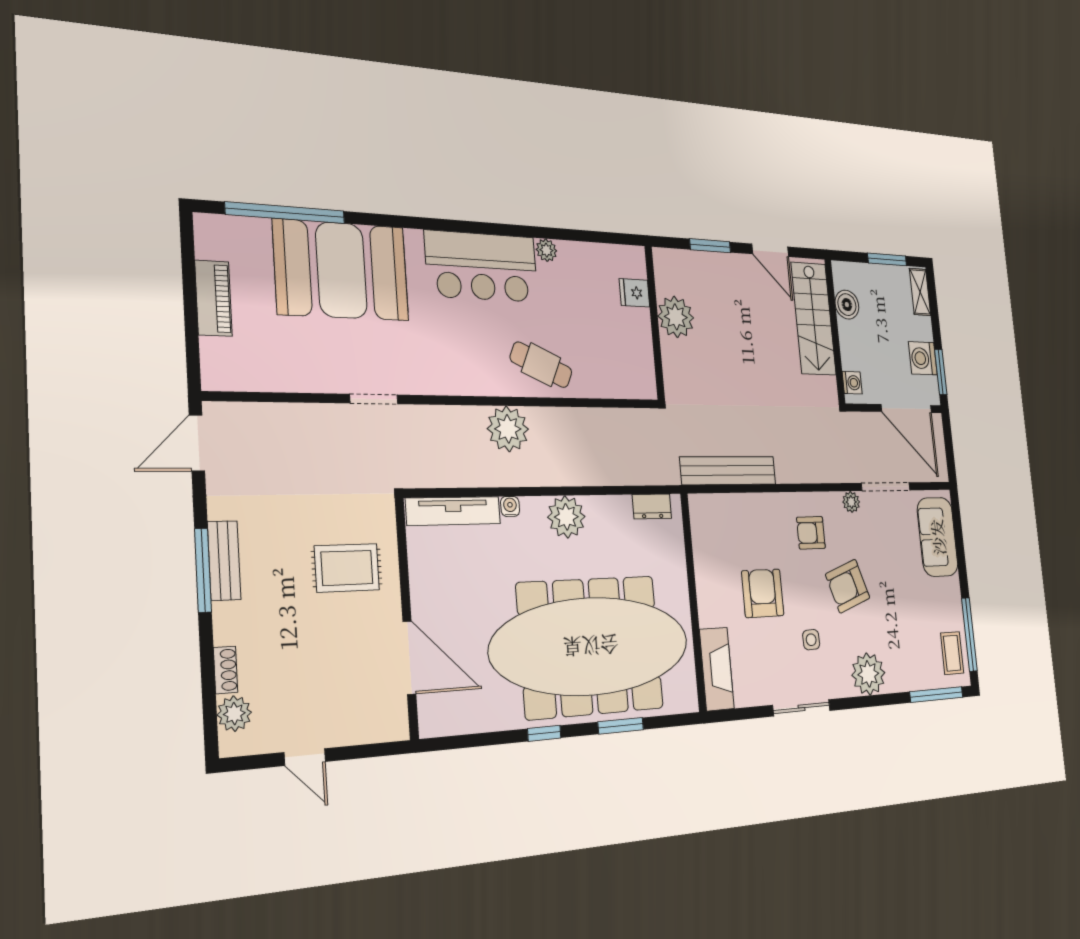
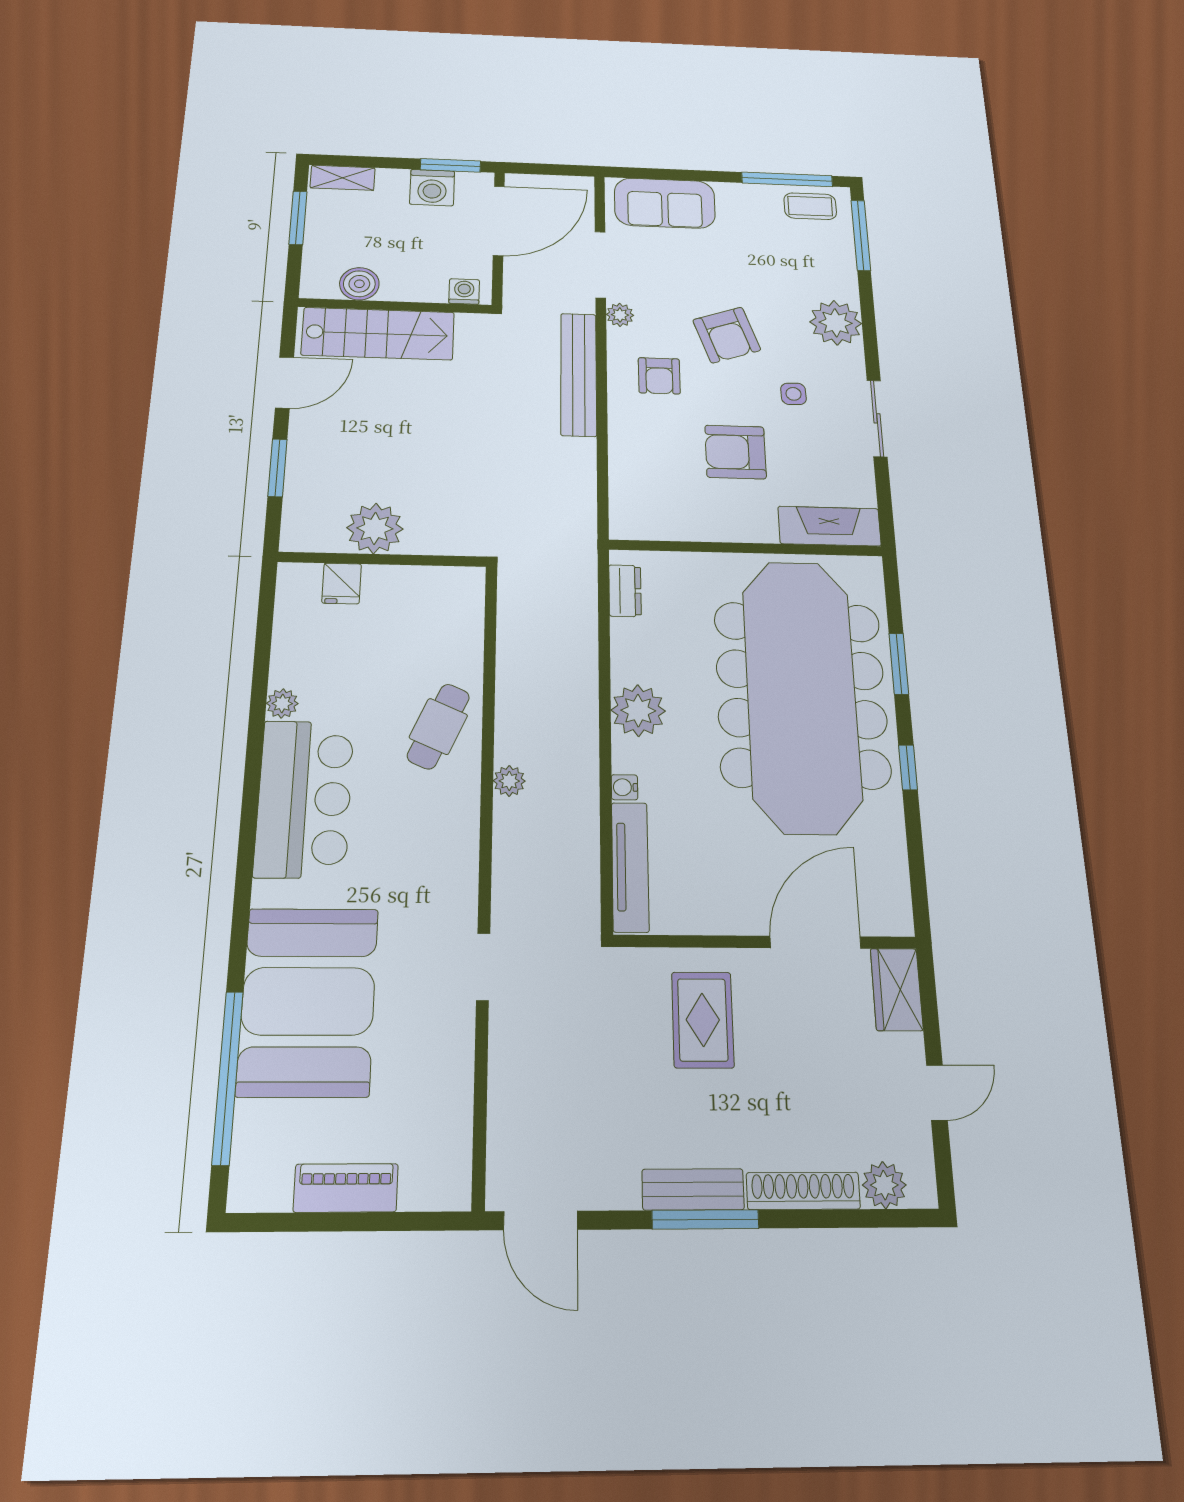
plant: (508, 429) -> (509, 781), width x0.53, depth x0.53
bench: (728, 471) -> (579, 374), moved
shoe rack: (226, 670) -> (803, 1191), width x1.94, depth x1.24
wardrobe: (379, 724) -> (897, 989), added

